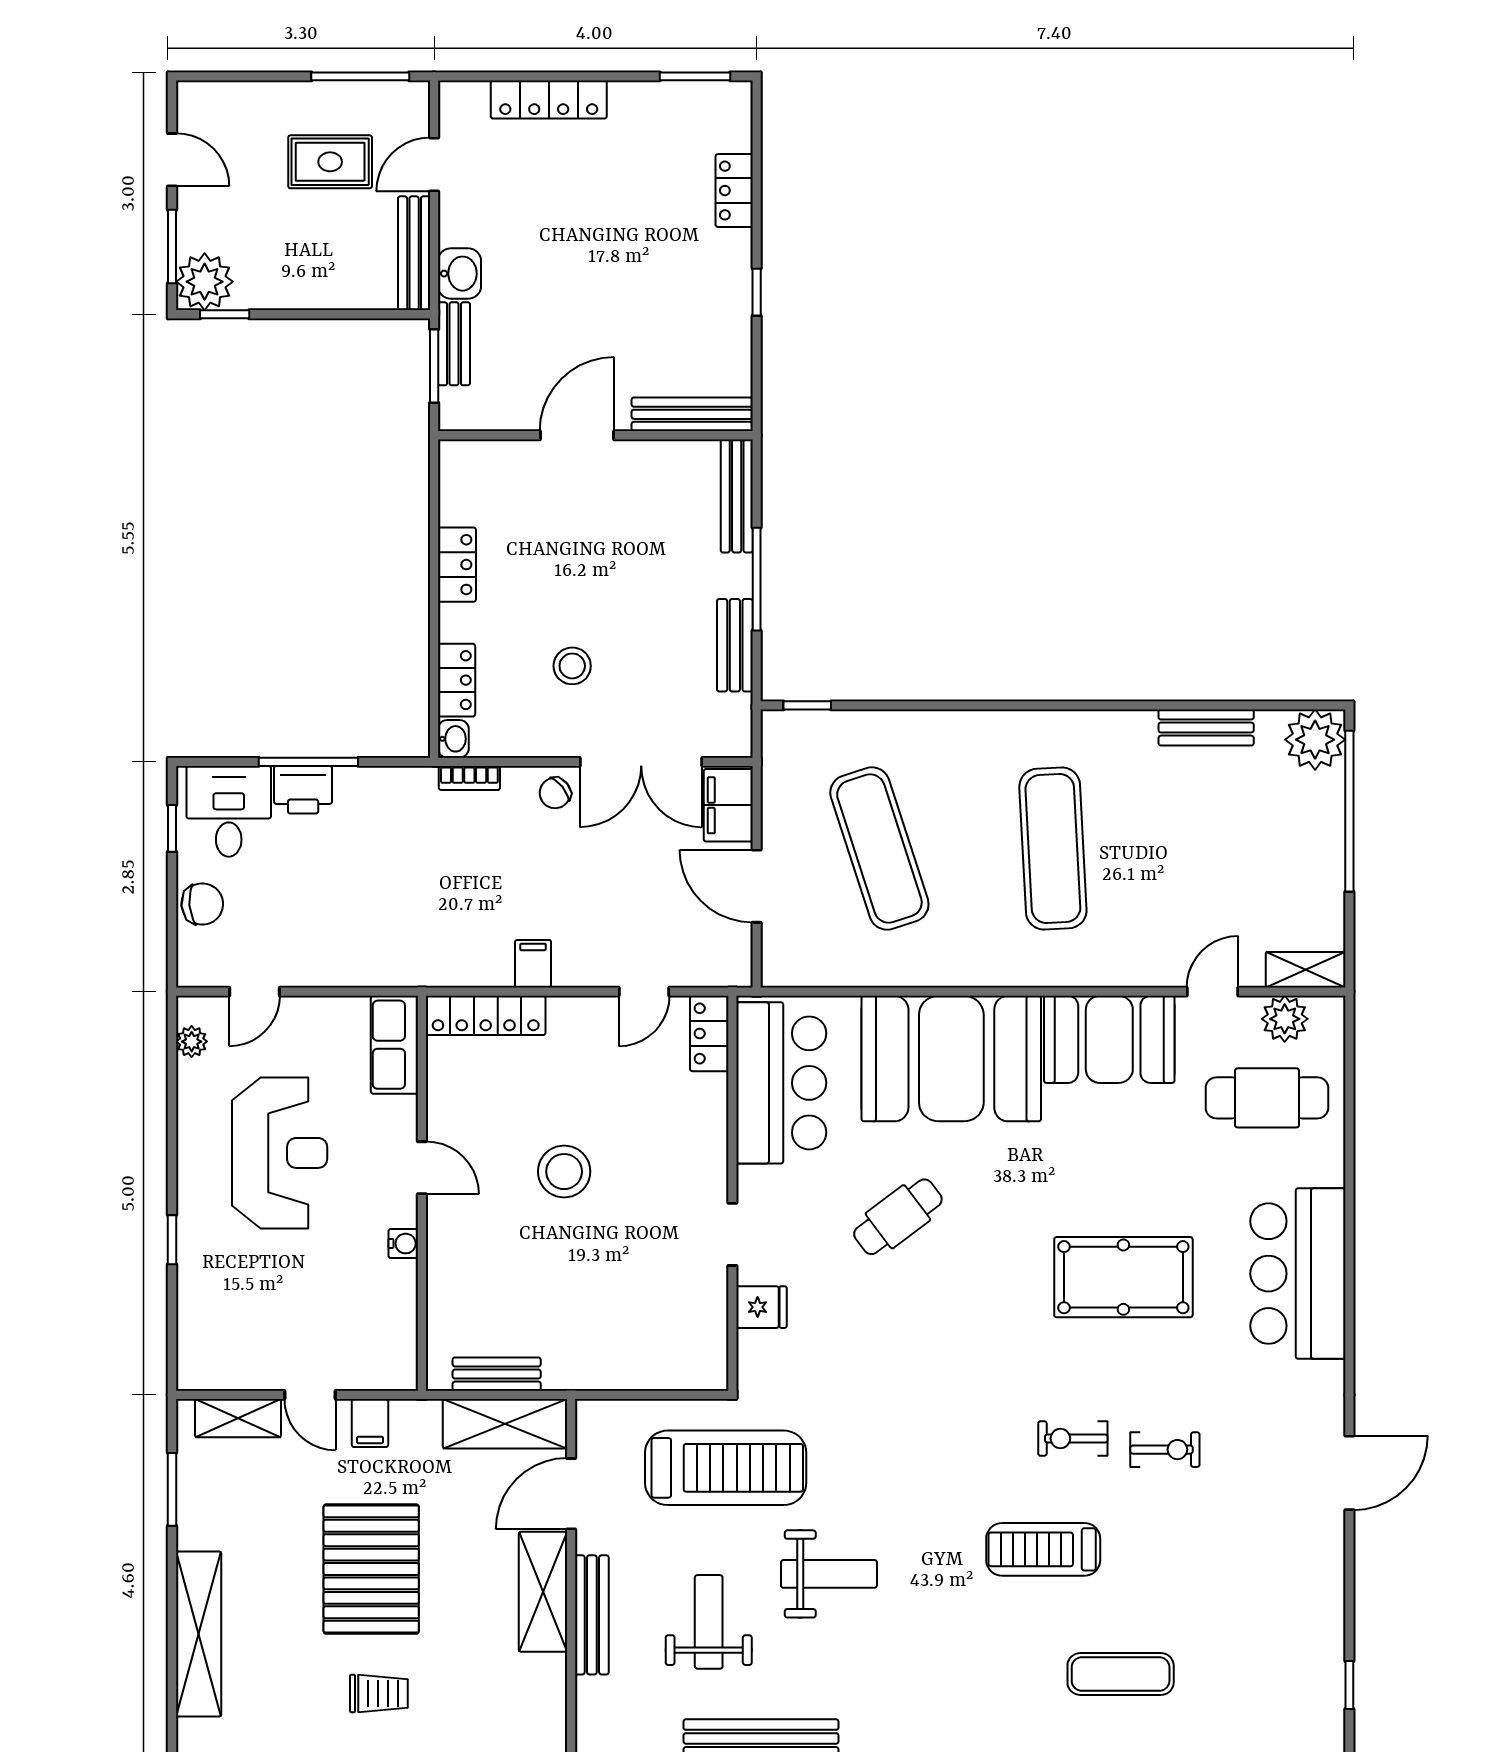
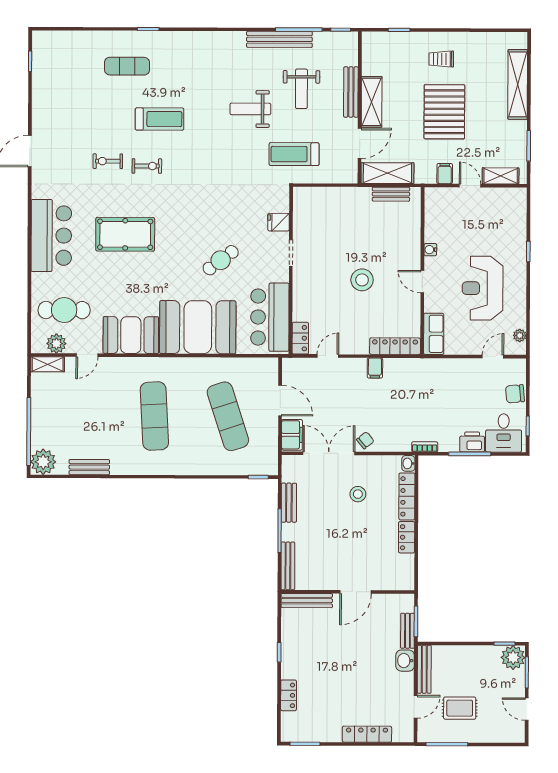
locker: (457, 680) -> (407, 496), width x1.53
bookcase: (469, 778) -> (425, 447), moved
treadmill: (726, 1468) -> (294, 154), width x0.73, depth x0.73

